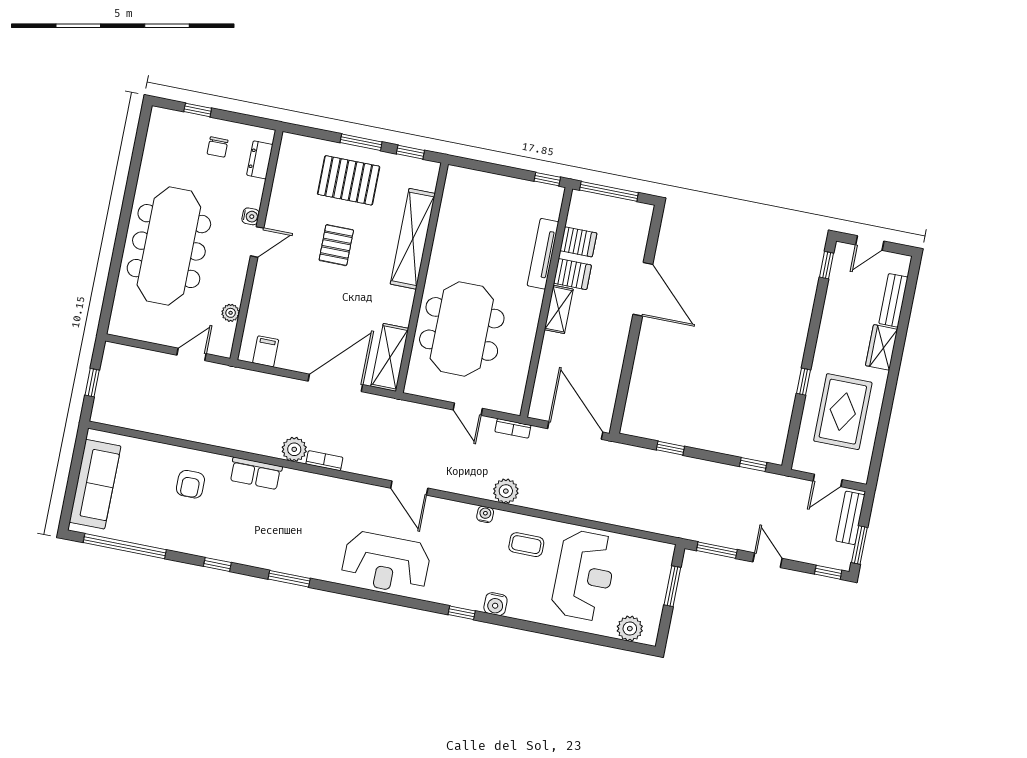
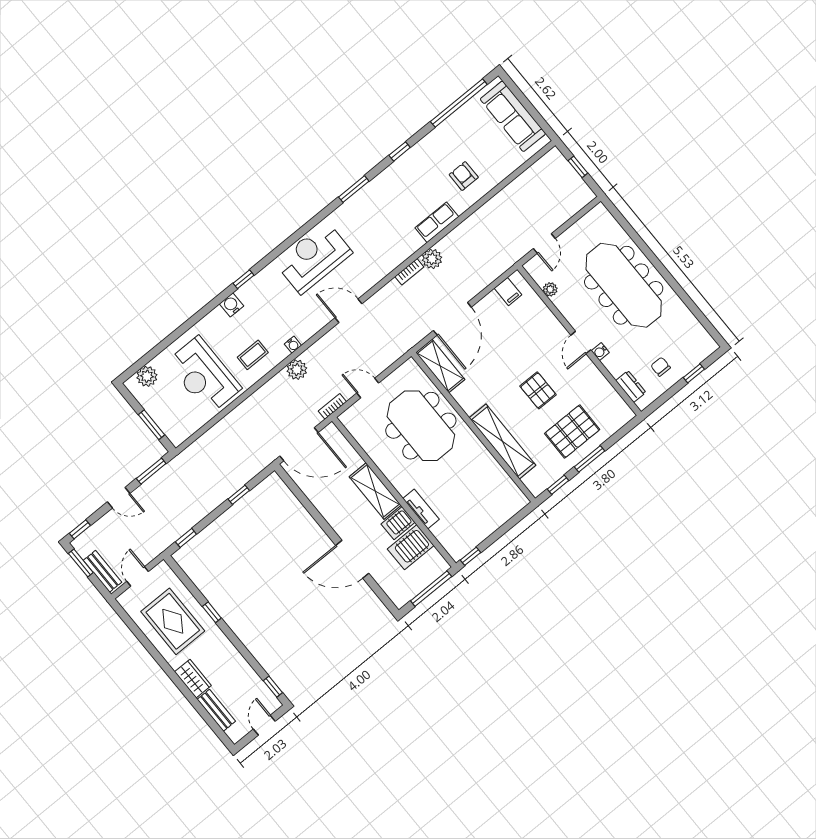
server rack: (578, 242) -> (411, 547), width x1.36, depth x1.44
tv unit: (543, 254) -> (421, 509), width x0.71
shelving: (559, 309) -> (375, 491), width x1.50, depth x1.33

